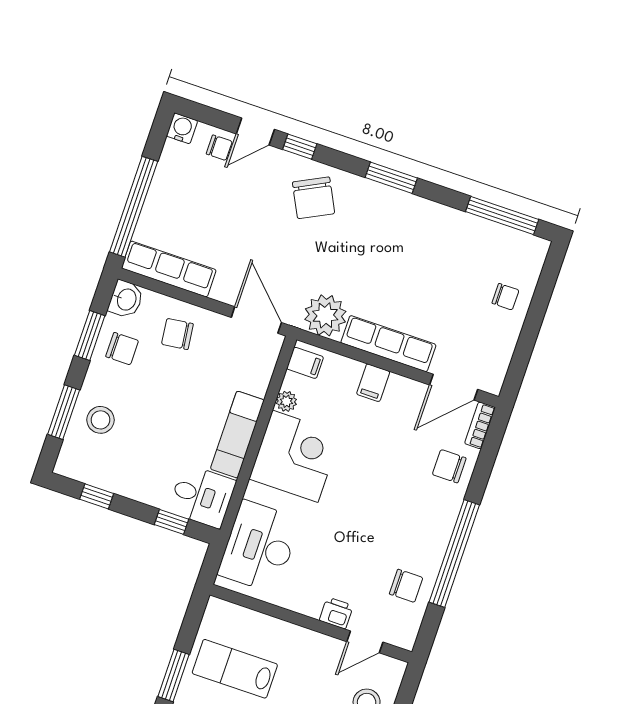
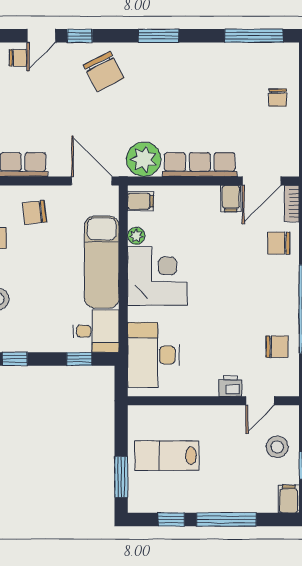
chair: (505, 297) -> (278, 98), turned 90
filing cabinet: (373, 383) -> (231, 199), moved
exam couch: (237, 435) -> (102, 262), width x1.36, depth x1.45

